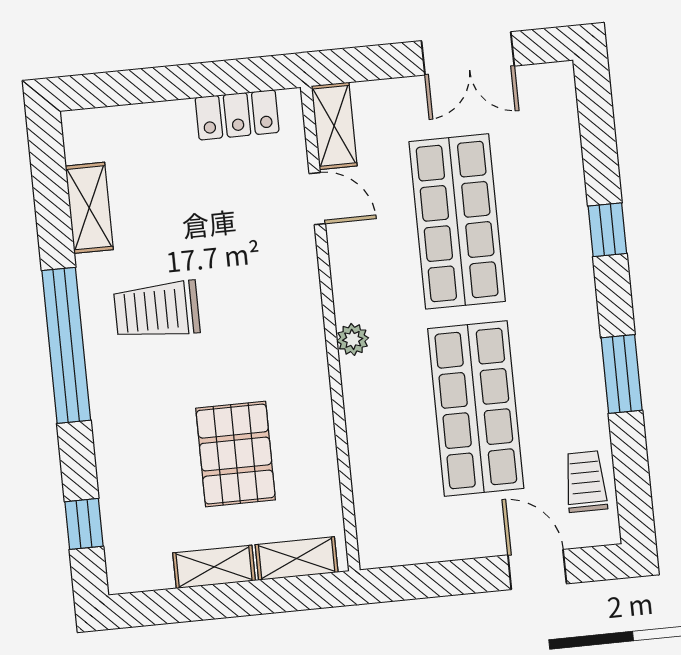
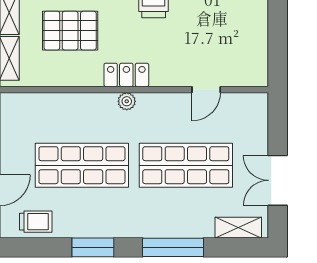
locker: (237, 115) -> (126, 75), moved, turned 90
shelving: (334, 126) -> (238, 228), moved
window: (607, 230) -> (173, 247), width x2.17

